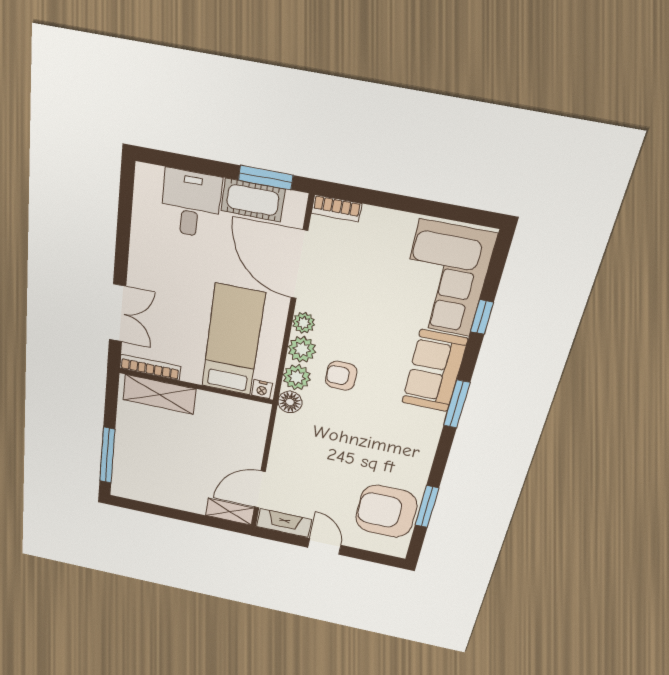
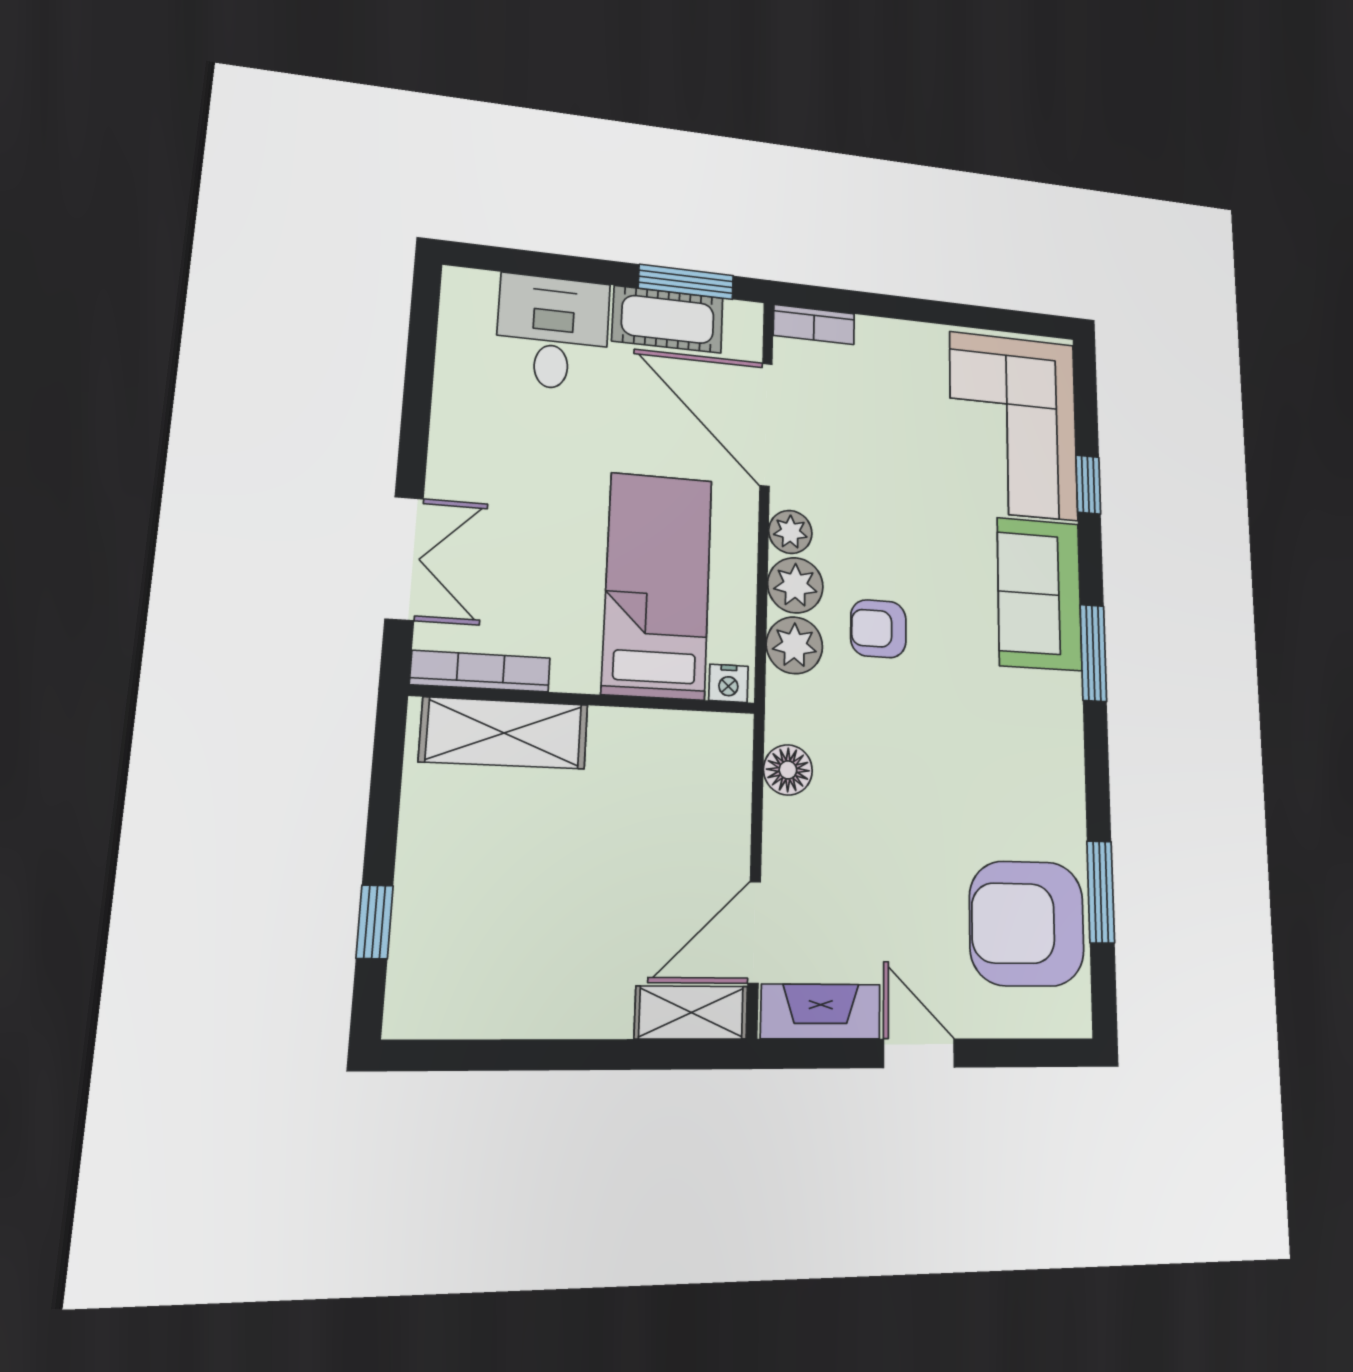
floor lamp: (290, 402) -> (788, 770), moved
window: (107, 455) -> (375, 922), width x0.46

